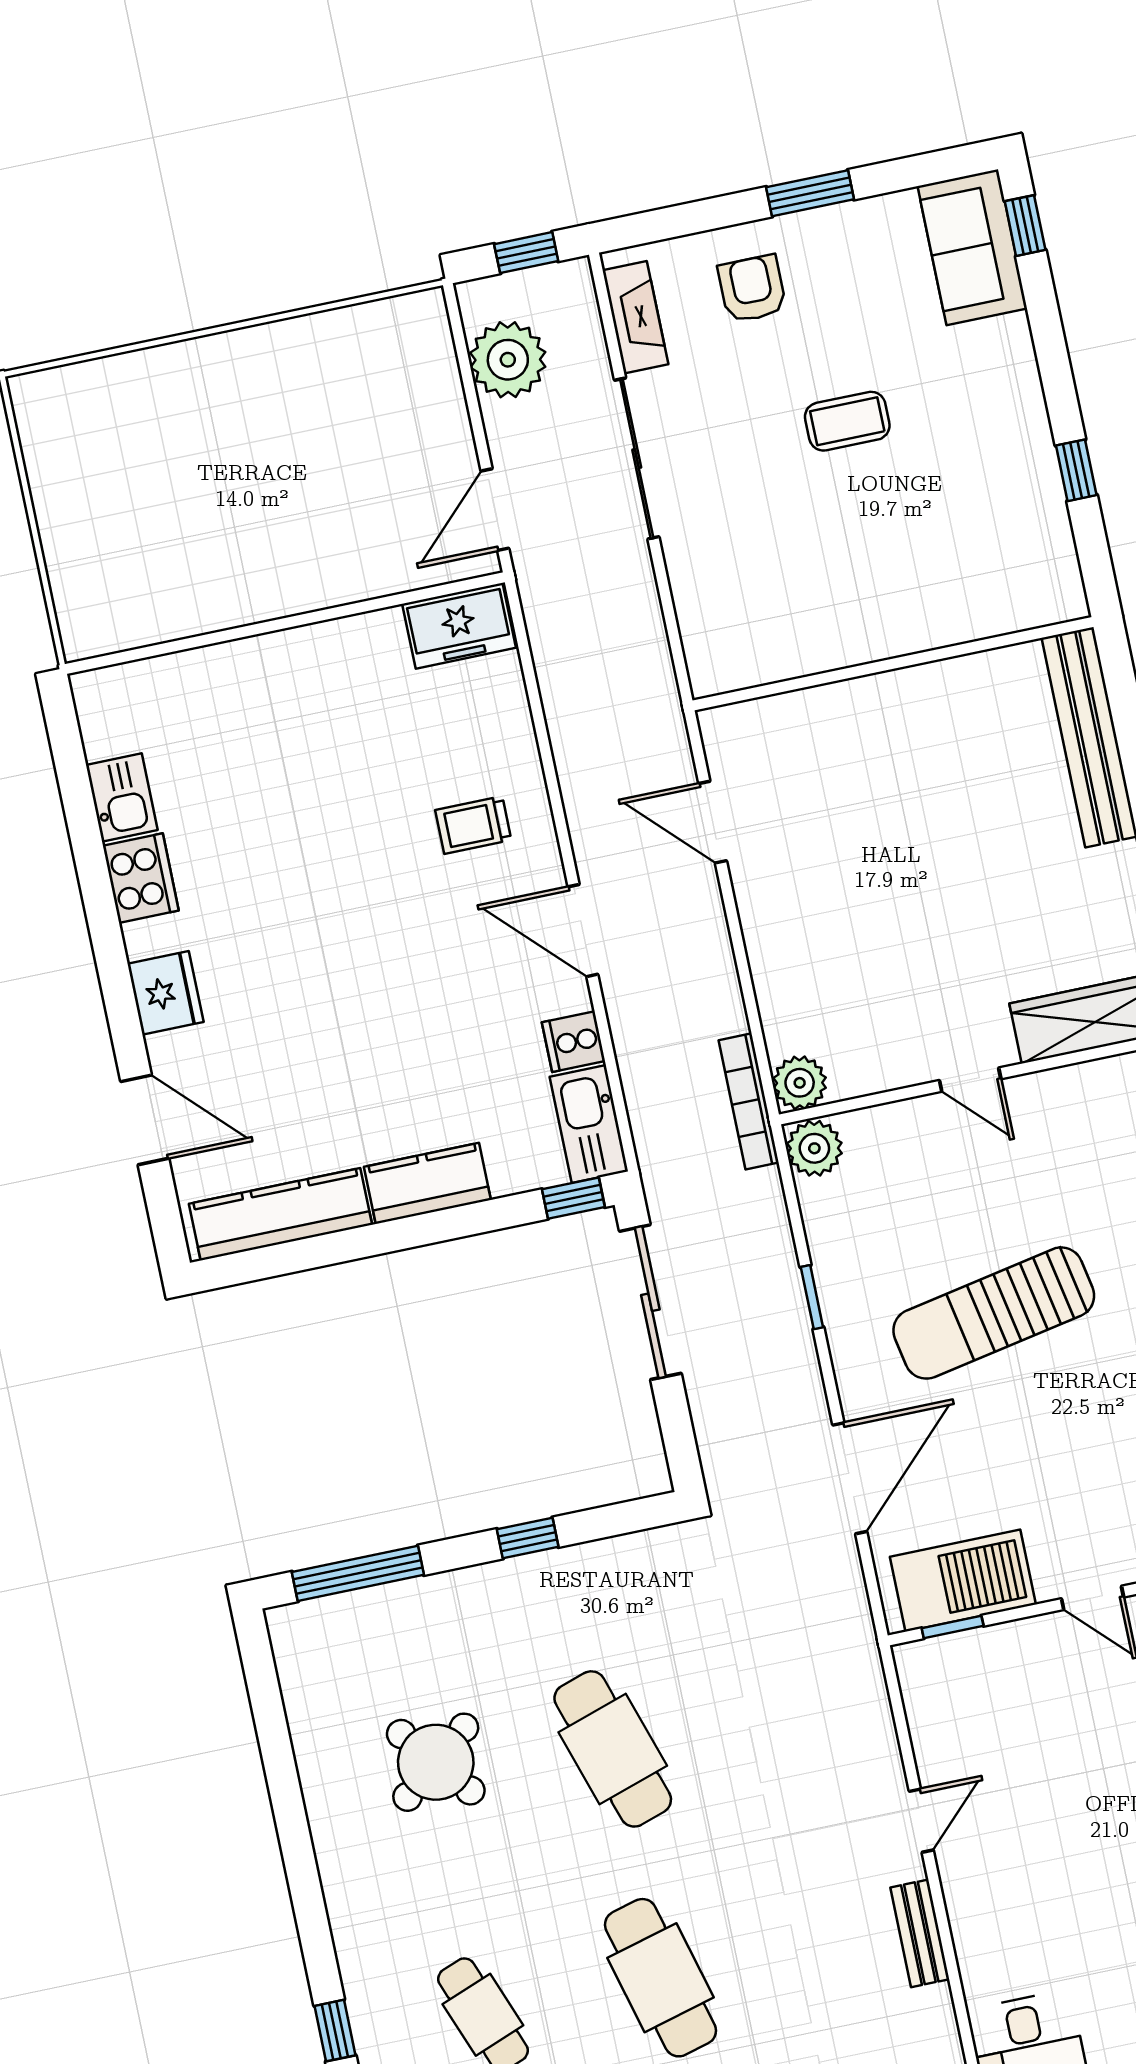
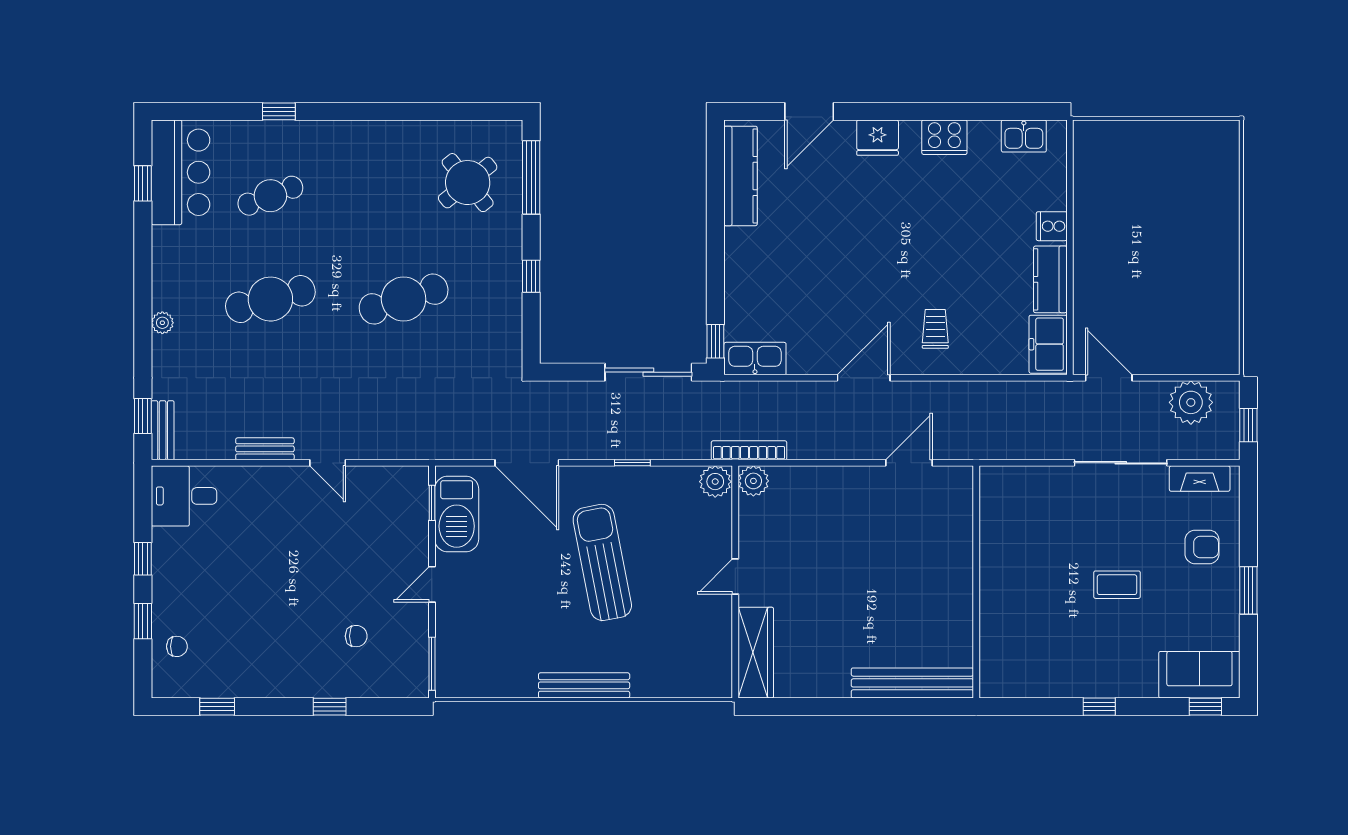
coffee table: (847, 421) -> (1117, 585), turned 90
window: (1076, 470) -> (1099, 707), moved
kitchen sink: (122, 797) -> (1024, 136), moved
cooker: (573, 1042) -> (1052, 226), moved, turned -90
kitchen counter: (427, 1183) -> (1050, 279), moved, turned 180
round table: (436, 1762) -> (468, 183), moved

